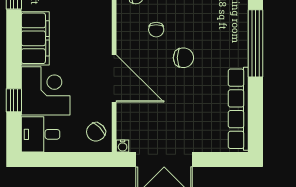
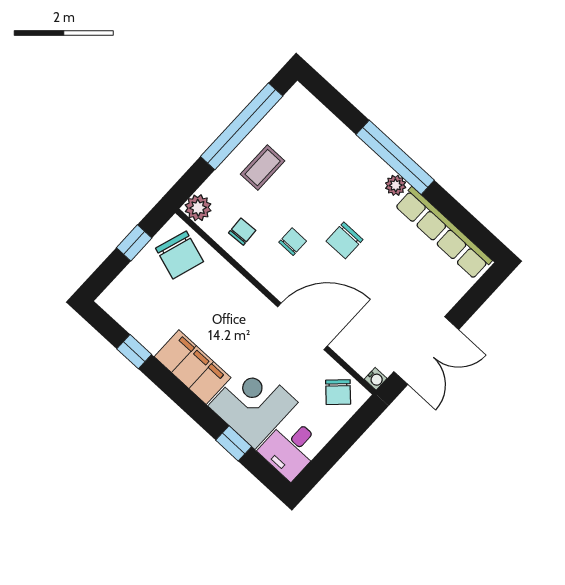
chair: (156, 30) -> (293, 242), turned -90
chair: (183, 58) -> (345, 240), turned 180
plant: (240, 58) -> (396, 185), added

